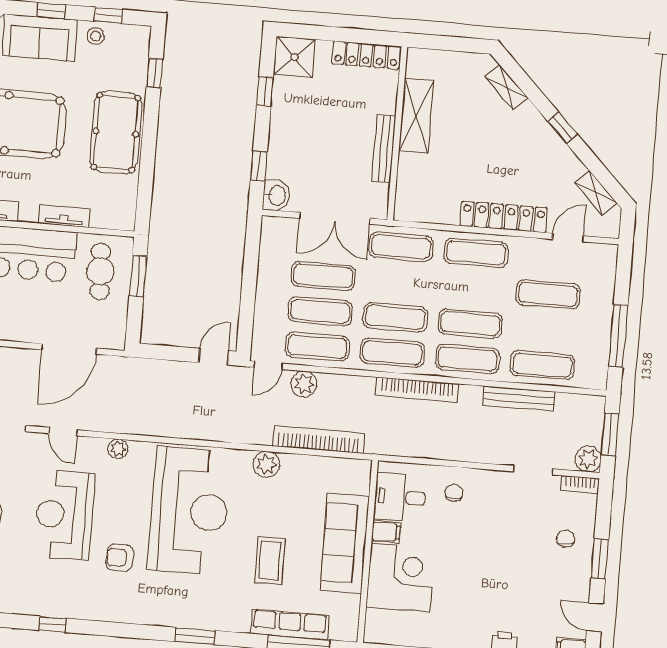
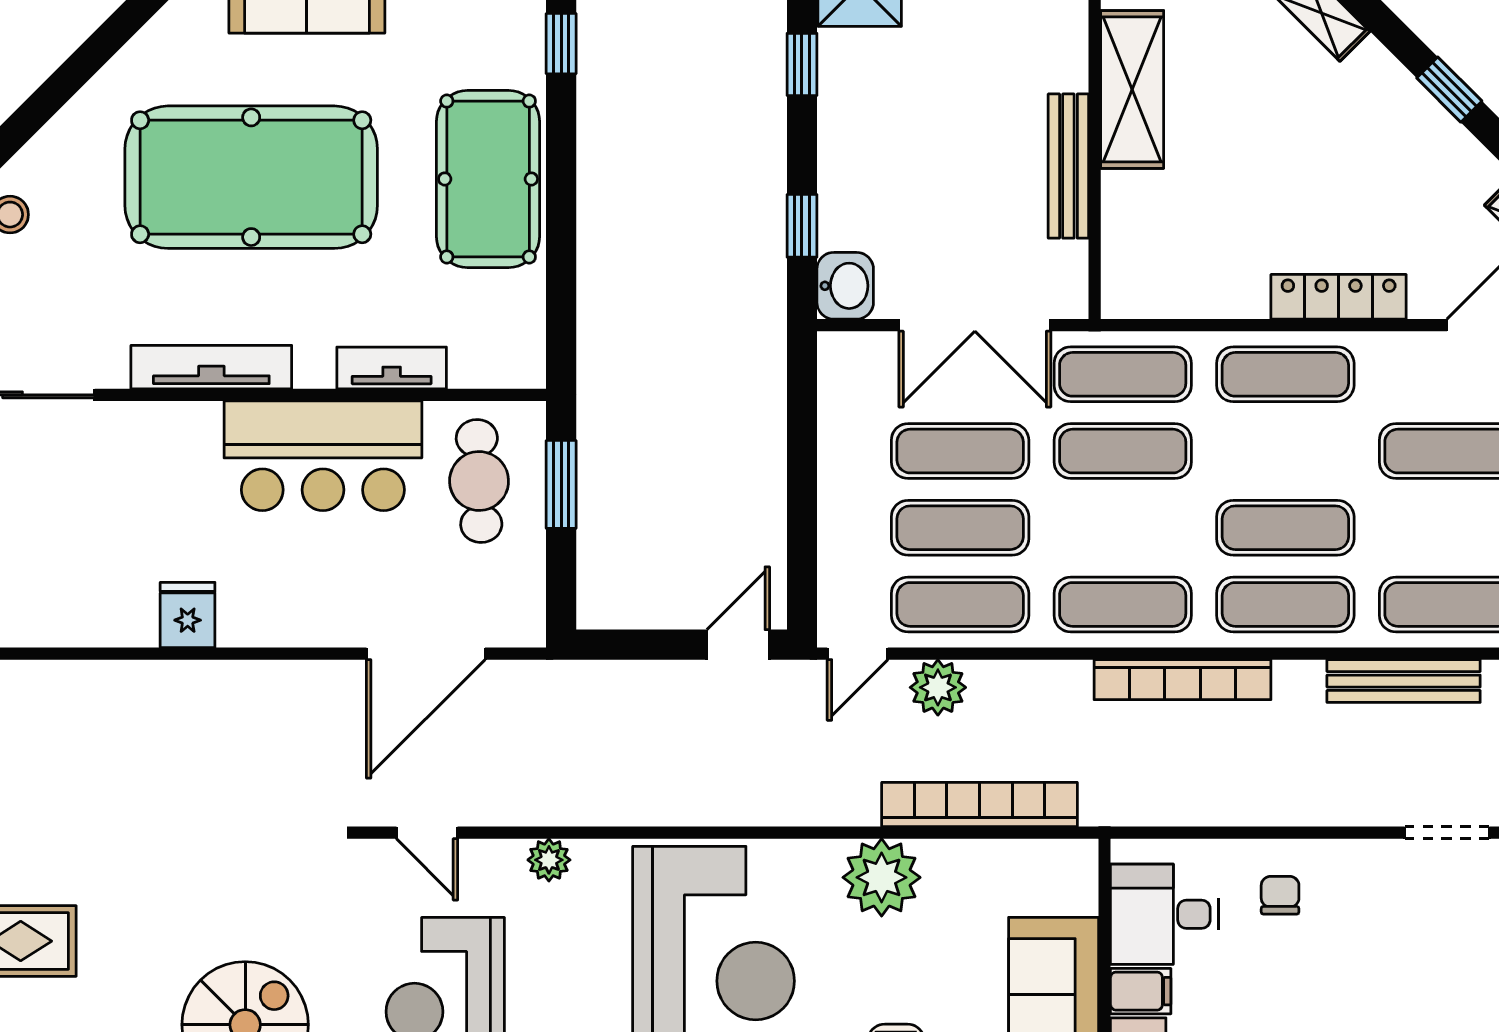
locker: (504, 217) -> (1339, 297), width x0.71, depth x0.83
exercise mat: (395, 317) -> (1123, 451), moved
plant: (266, 464) -> (882, 877), width x1.36, depth x1.36

